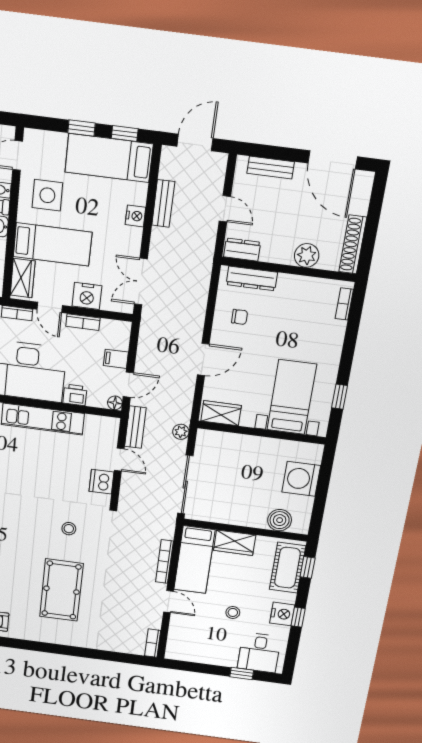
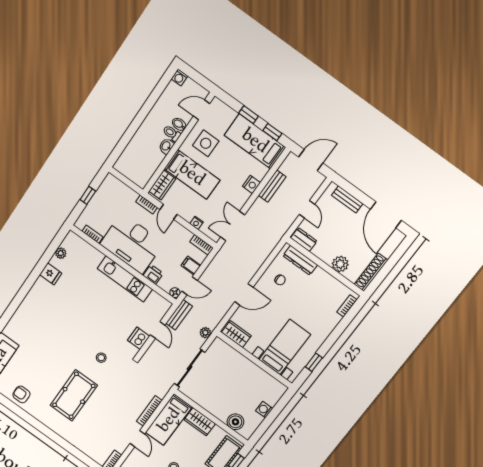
nightstand: (87, 296) -> (196, 223), width x0.53, depth x0.56
bookcase: (83, 322) -> (202, 245), moved
washing machine: (301, 479) -> (264, 410), width x0.53, depth x0.53

